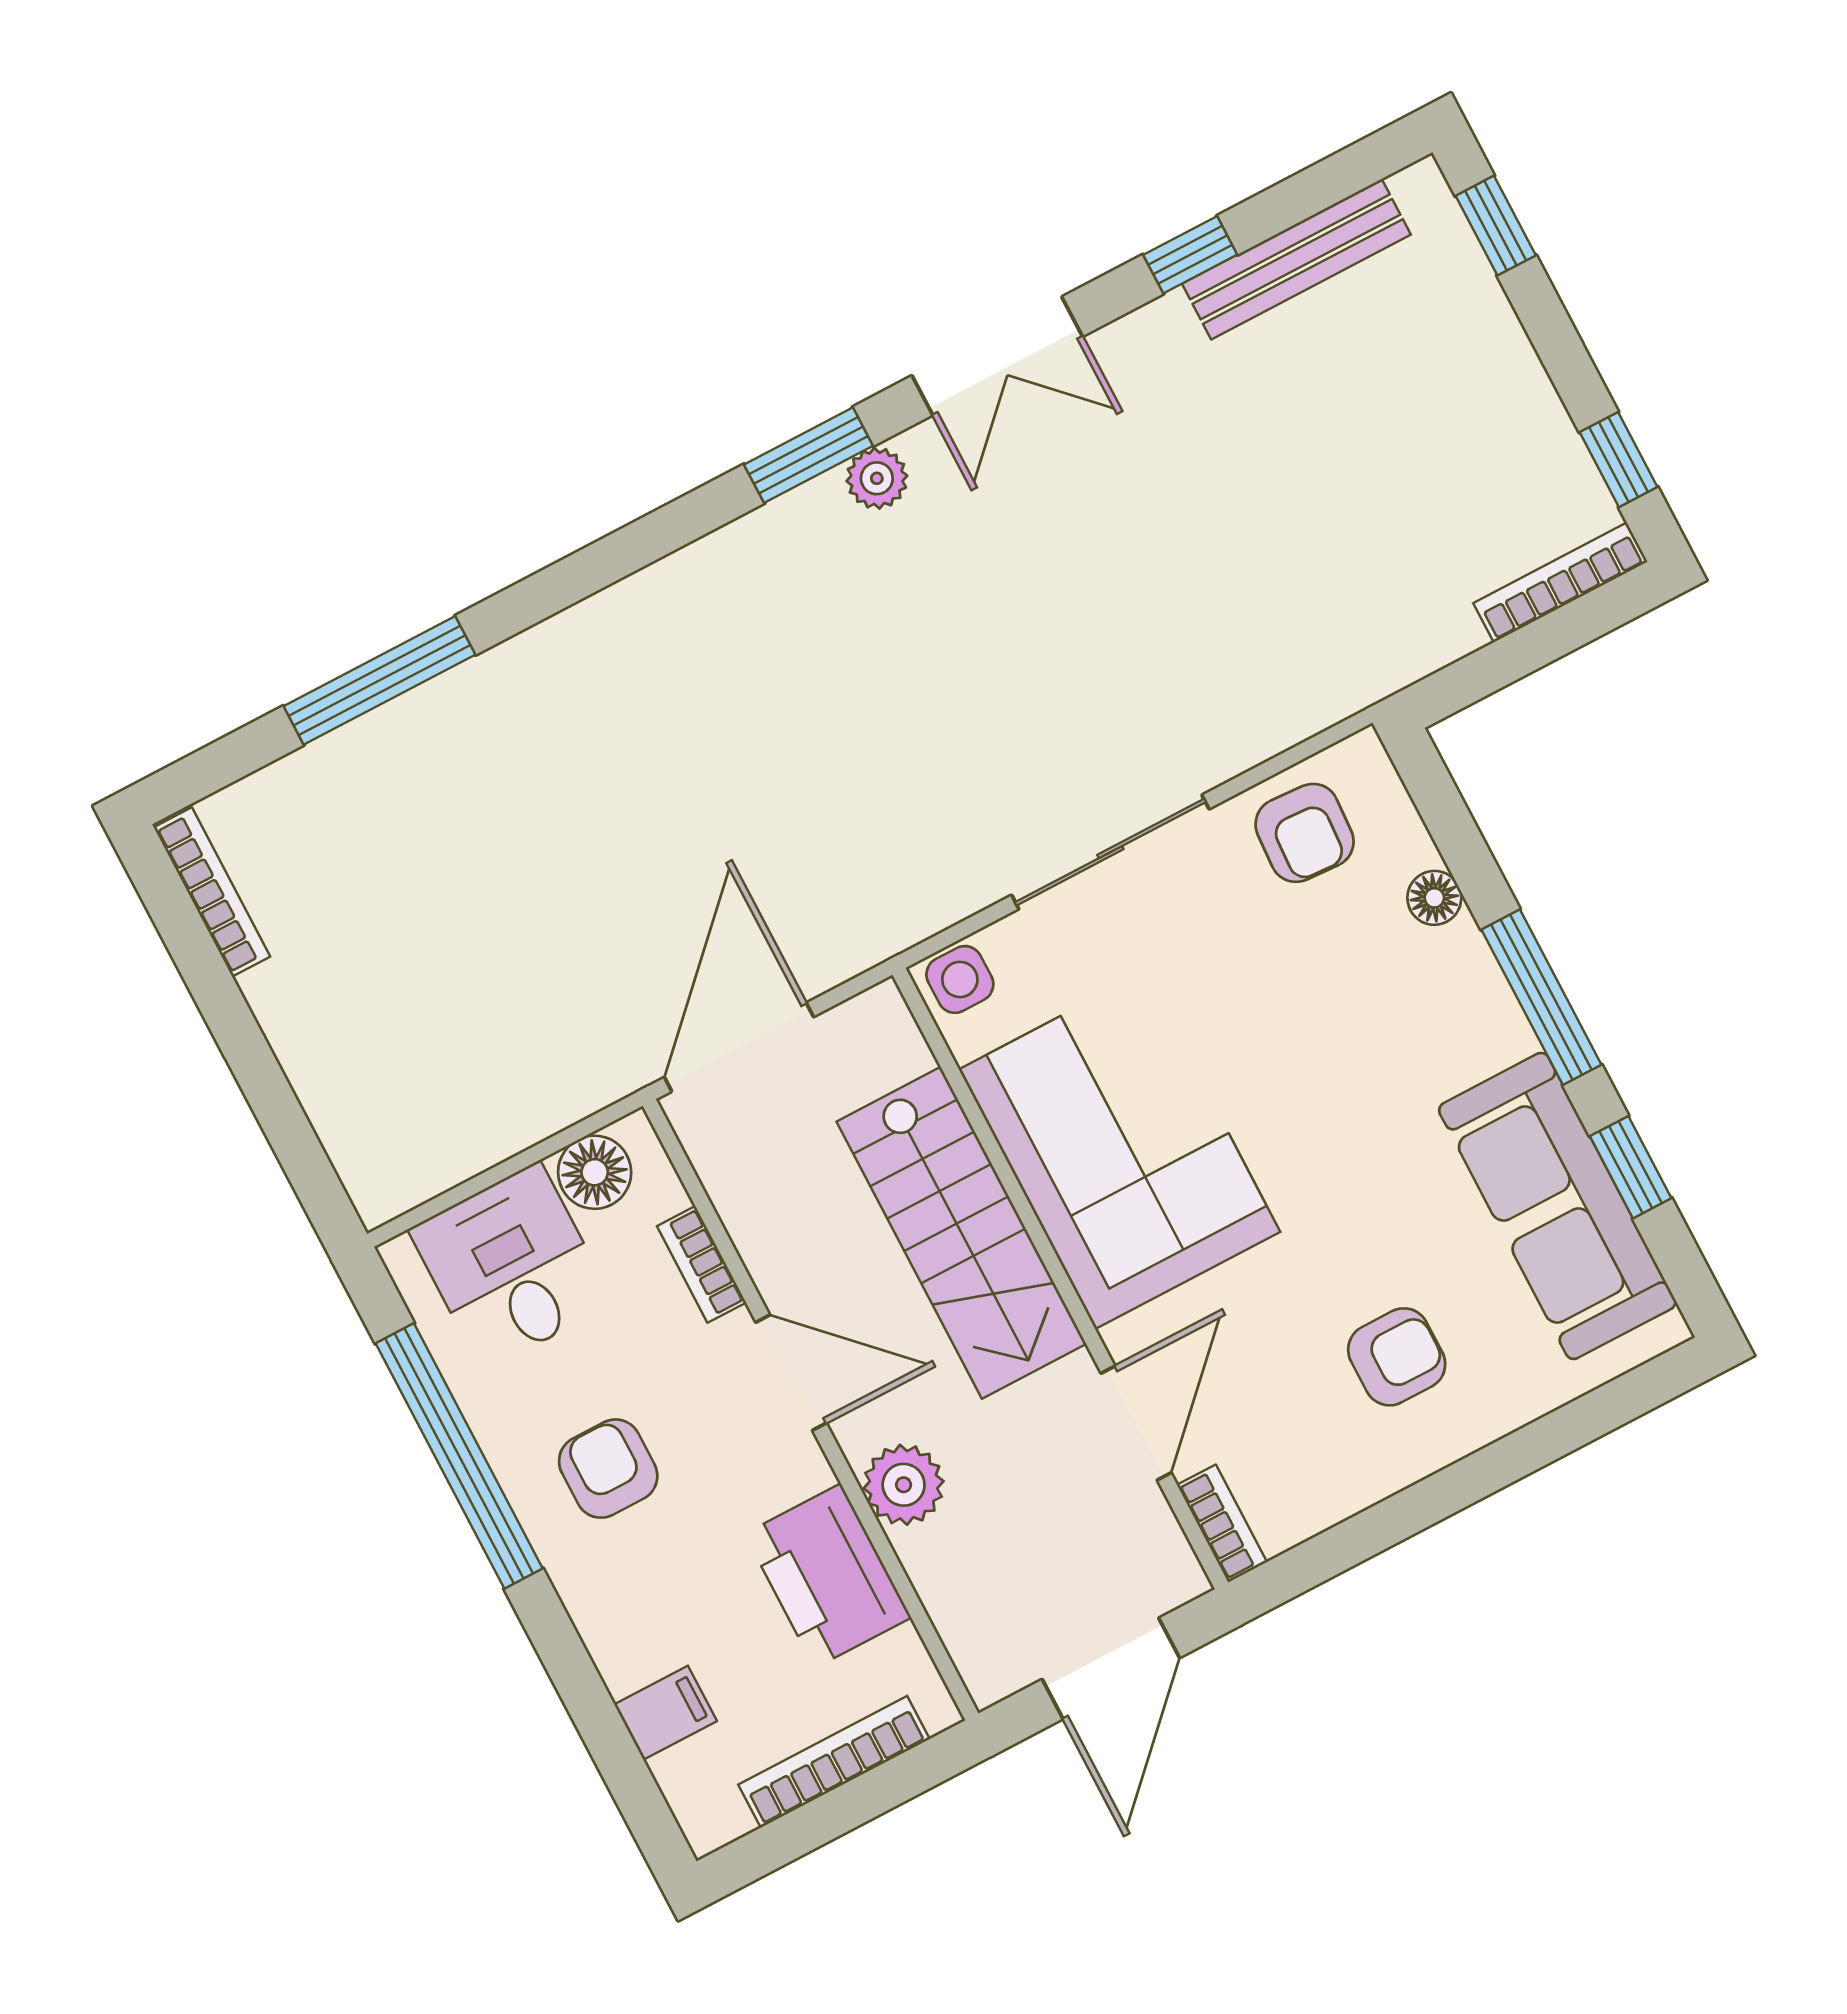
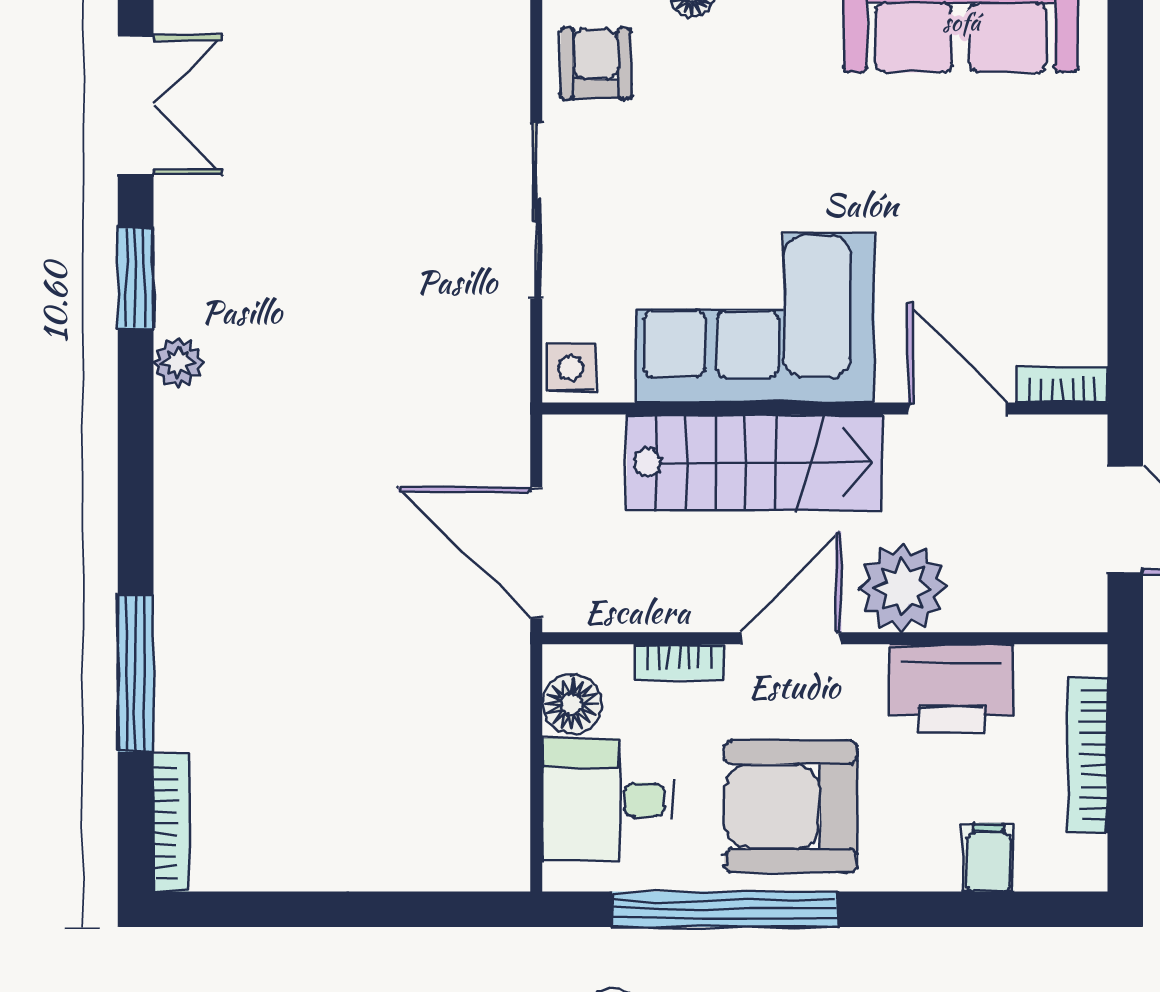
plant: (877, 478) -> (178, 363), moved
armchair: (1305, 833) -> (596, 64), turned -93
bookcase: (212, 892) -> (171, 823), moved, turned 90
armchair: (1397, 1357) -> (1009, 195), removed
armchair: (608, 1469) -> (791, 806), width x1.88, depth x1.88
plant: (904, 1485) -> (902, 588), width x1.36, depth x1.36

